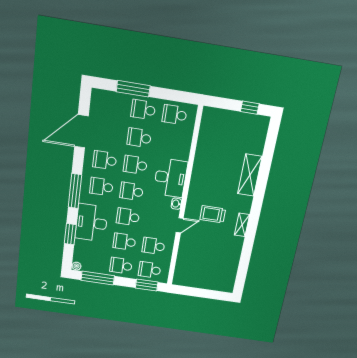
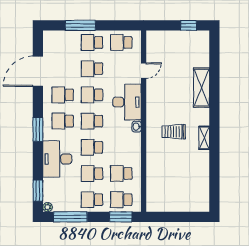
window: (75, 191) -> (38, 129), width x0.69
door: (180, 225) -> (144, 71), moved
window: (70, 234) -> (38, 191), moved

